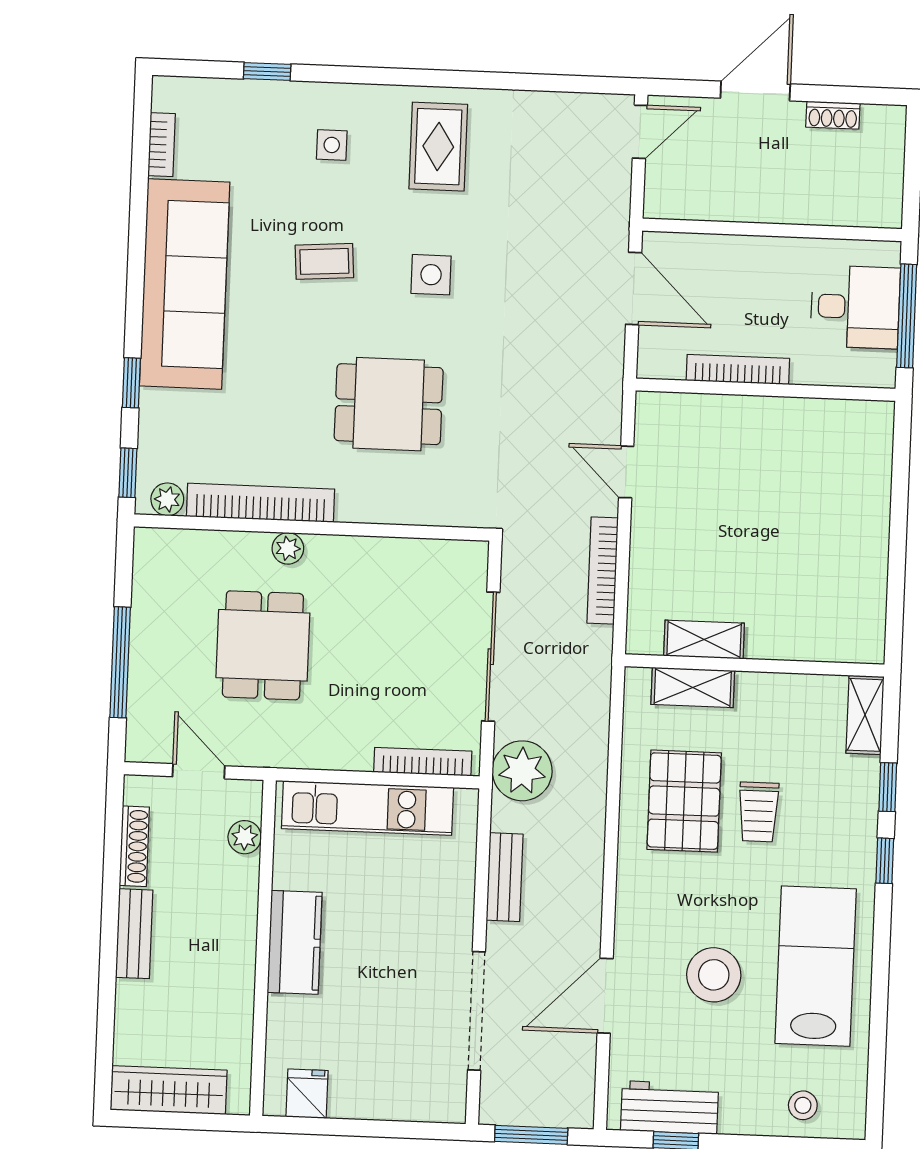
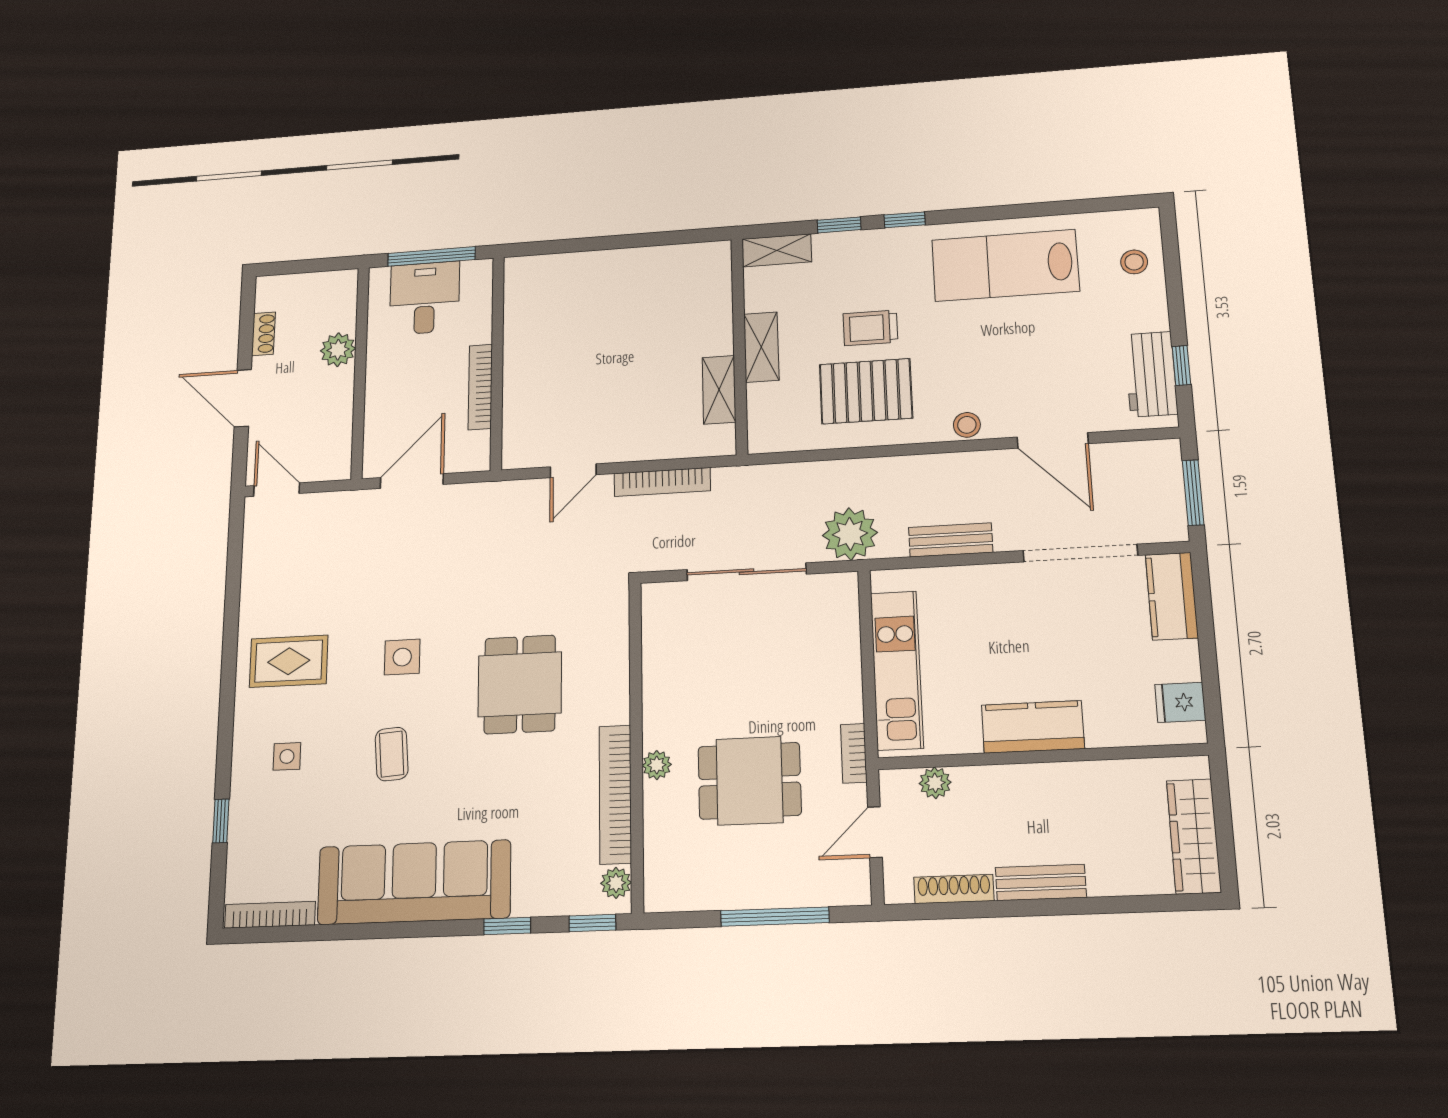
bookcase: (162, 145) -> (270, 915), width x1.56
plant: (803, 204) -> (338, 350), added
shelving: (693, 688) -> (761, 347), moved
bookcase: (423, 762) -> (854, 753), moved, width x0.64
trolley: (758, 812) -> (870, 328), turned 180
stool: (714, 975) -> (967, 425), moved, width x0.53, depth x0.53
kitchen counter: (420, 1099) -> (1172, 596), added

